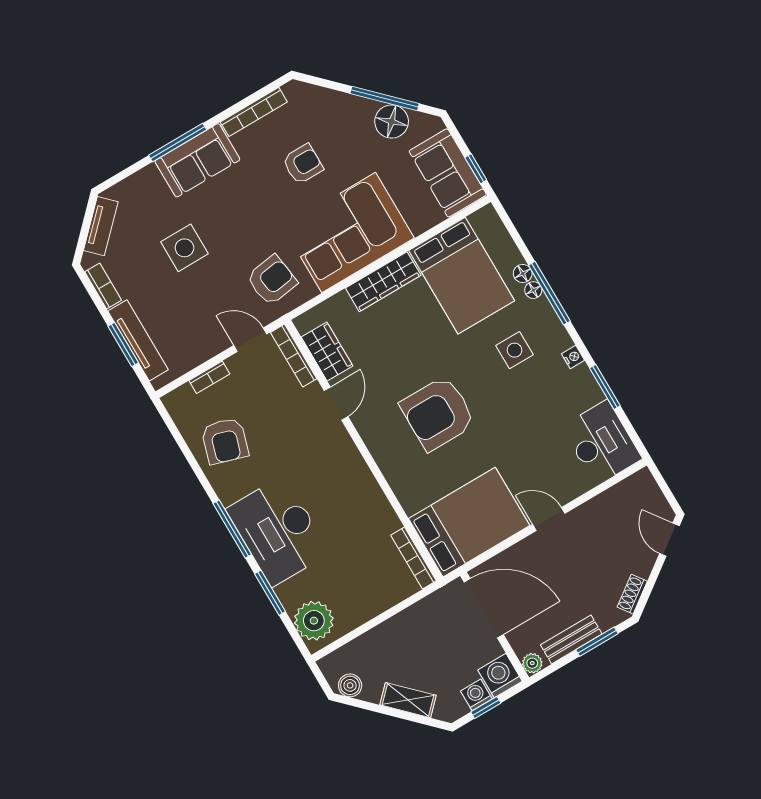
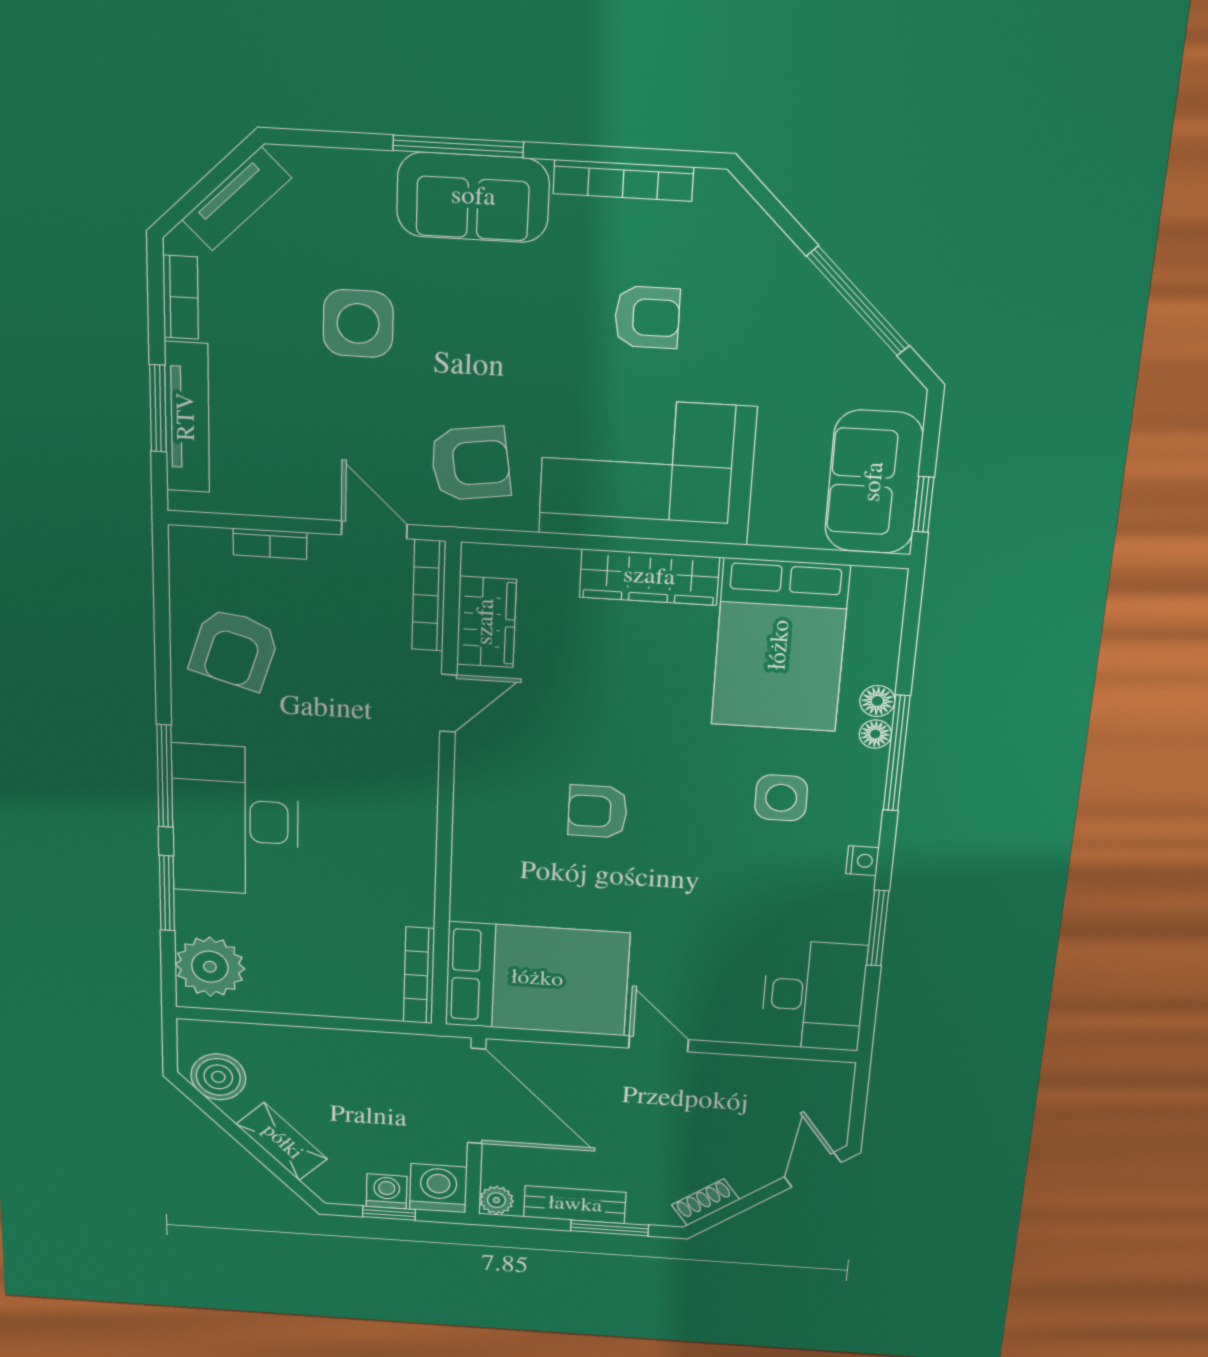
floor lamp: (392, 122) -> (843, 345), removed
armchair: (438, 413) -> (598, 811), width x0.53, depth x0.53
boiler: (350, 685) -> (218, 1077), width x1.36, depth x1.36

